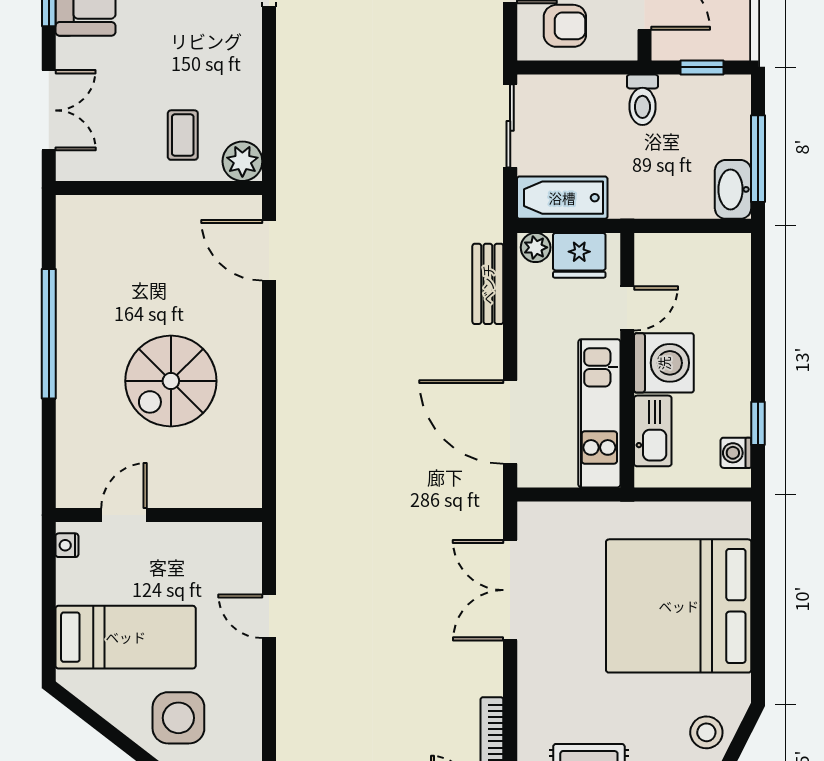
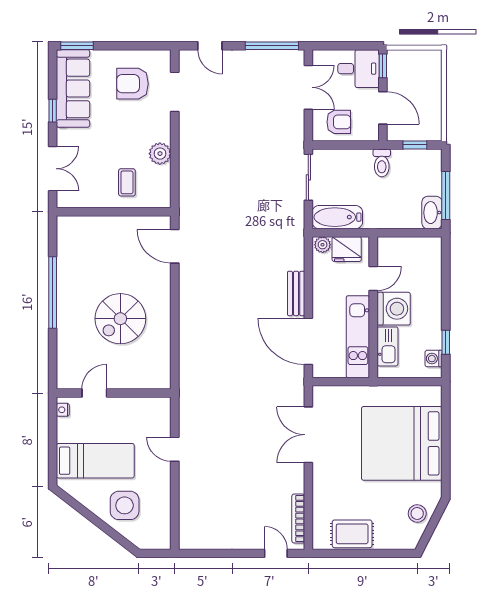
plant: (242, 161) -> (160, 154), moved
bench: (488, 284) -> (296, 293), moved

